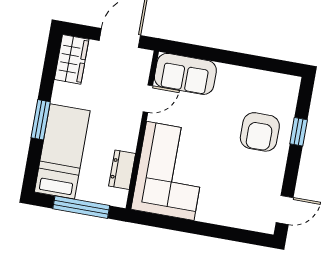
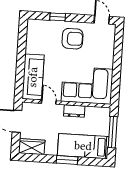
sofa: (185, 74) -> (33, 77), width x1.36
armchair: (260, 132) -> (72, 39), moved
dresser: (122, 170) -> (74, 111), moved

